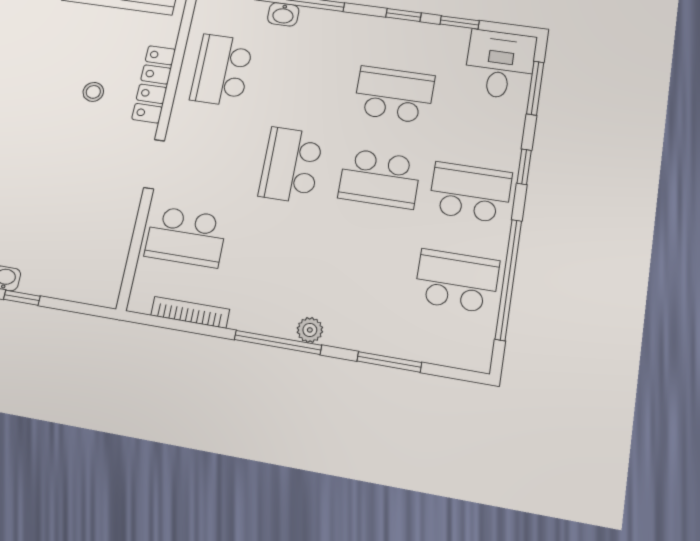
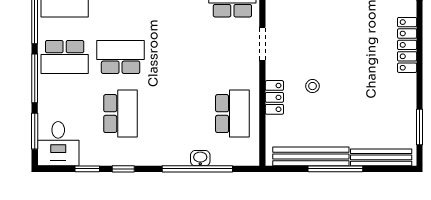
locker: (154, 84) -> (274, 97), width x0.66
school desk: (394, 95) -> (121, 114), turned -90
school desk: (291, 165) -> (176, 57), removed
window: (524, 167) -> (35, 78), width x2.17

